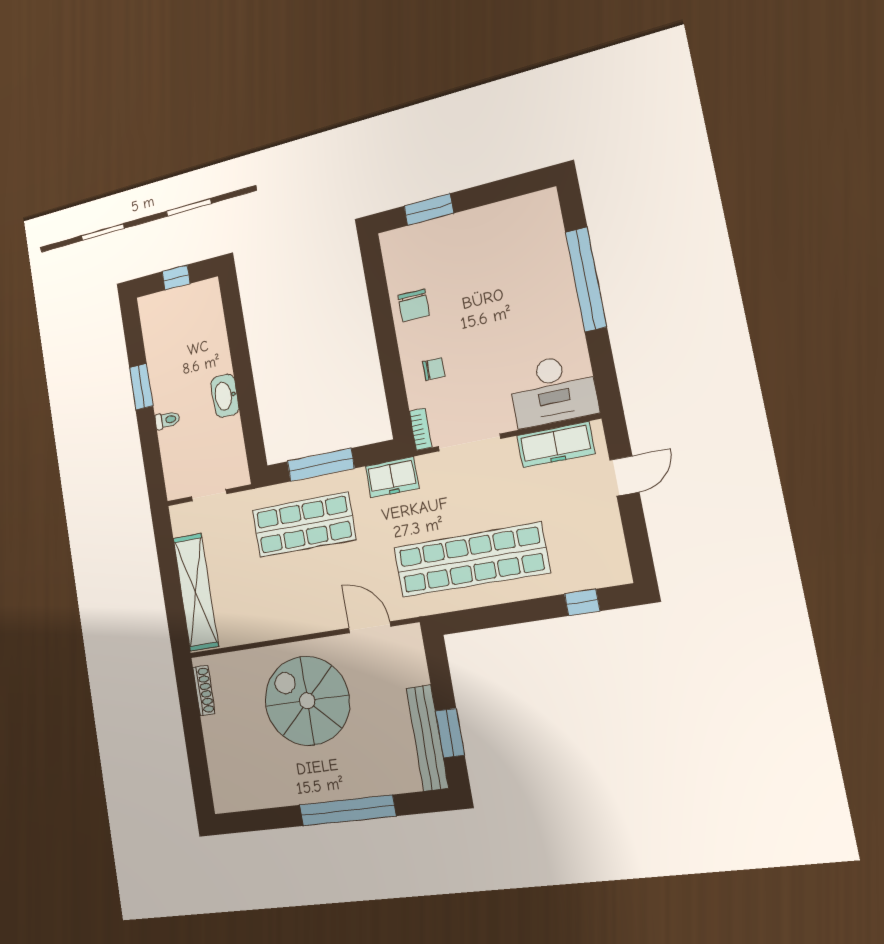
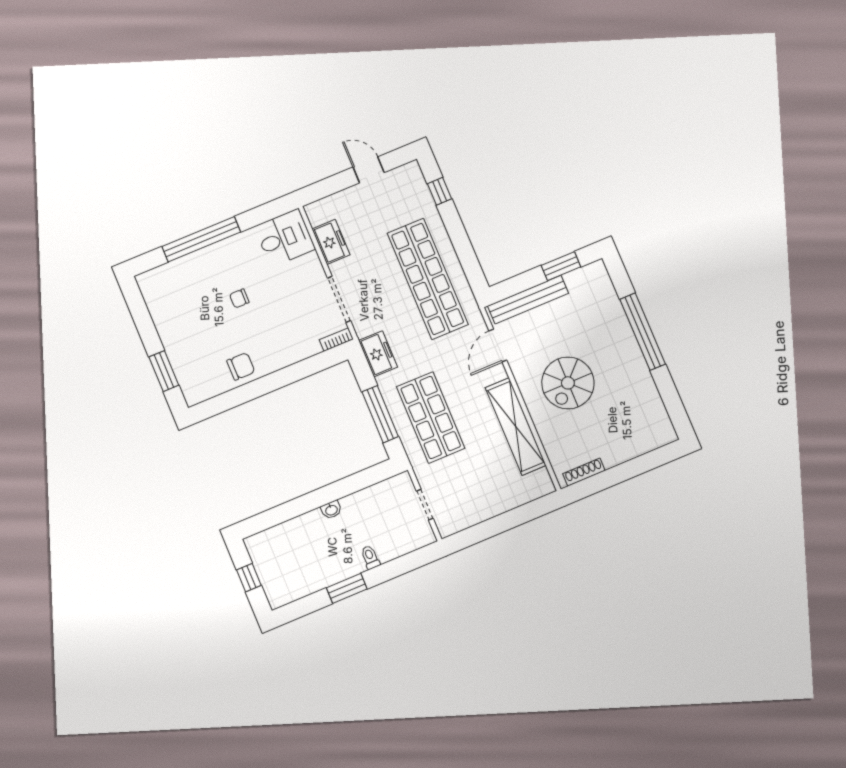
chair: (434, 369) -> (239, 298), moved, turned -90
desk: (553, 390) -> (285, 238), width x0.73
washbasin: (225, 396) -> (331, 510), width x0.52, depth x0.69
freezer: (556, 445) -> (331, 242), width x0.71
door: (624, 476) -> (369, 170), moved
shelving: (196, 592) -> (516, 426), moved, turned 90
spiral stairs: (307, 701) -> (568, 383), width x0.73, depth x0.73
bench: (427, 738) -> (528, 300), moved

